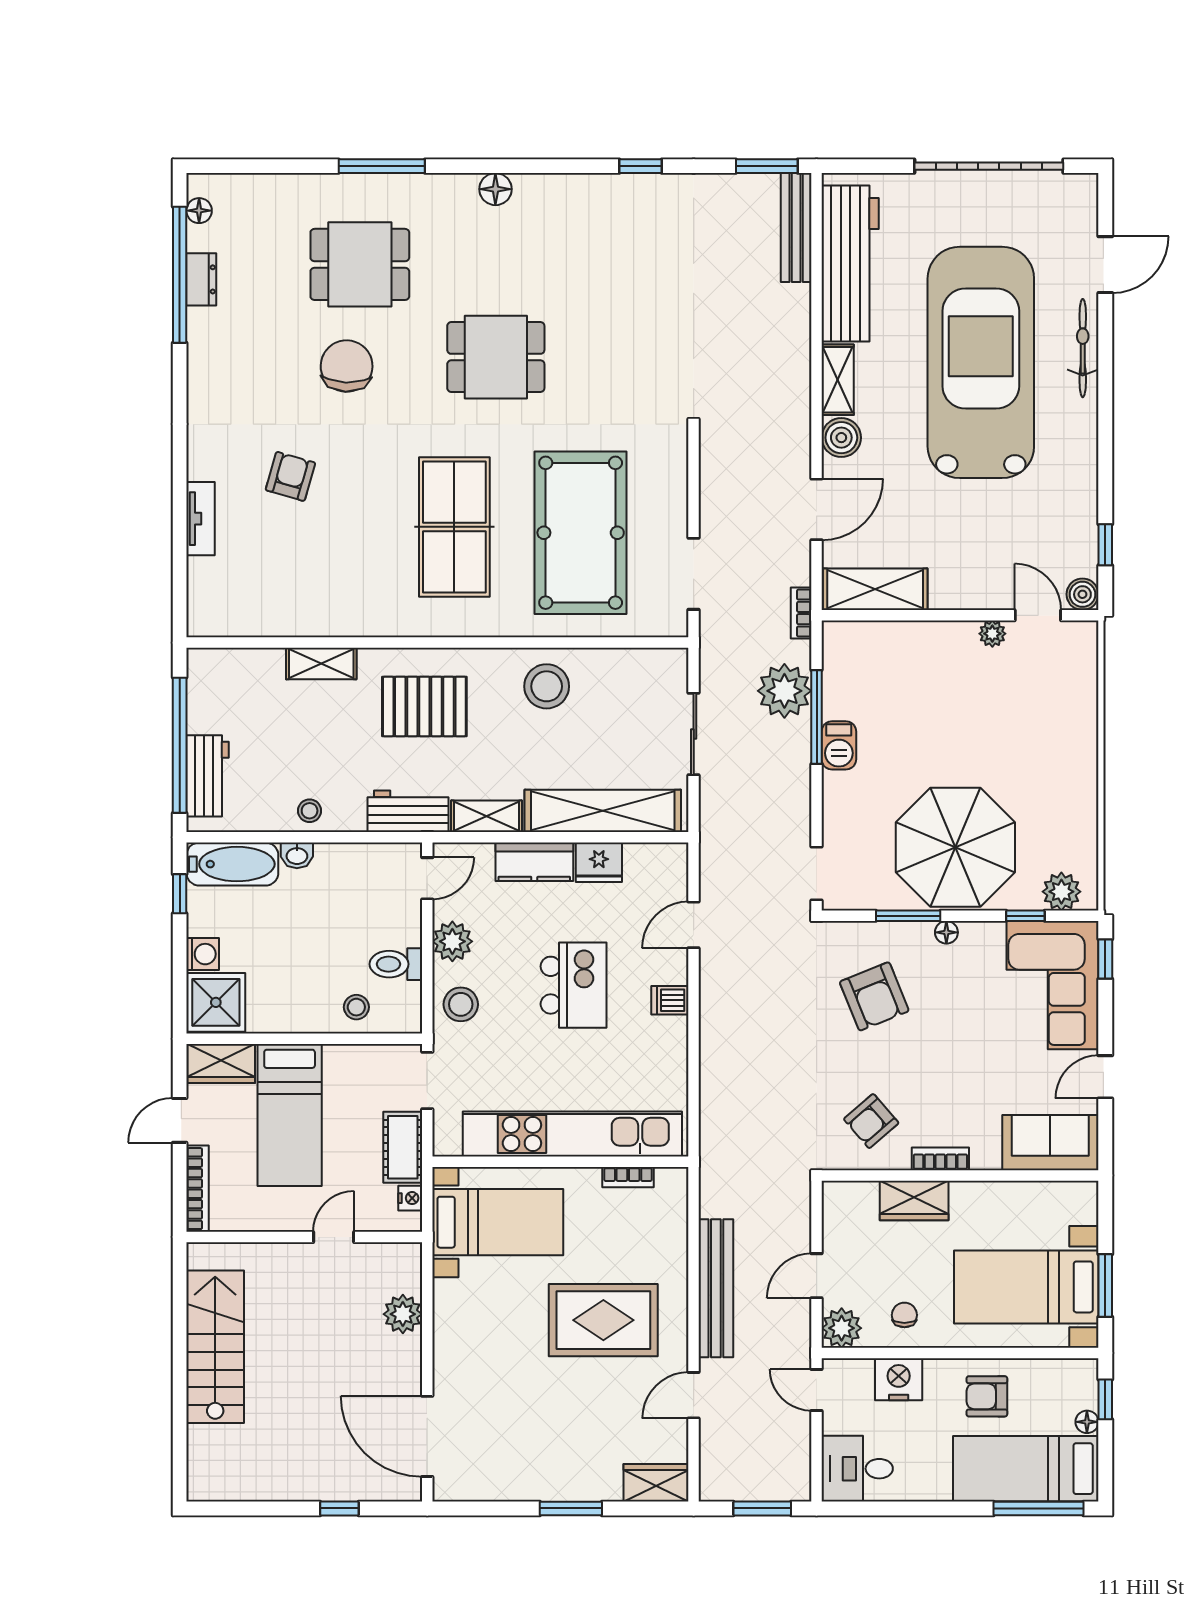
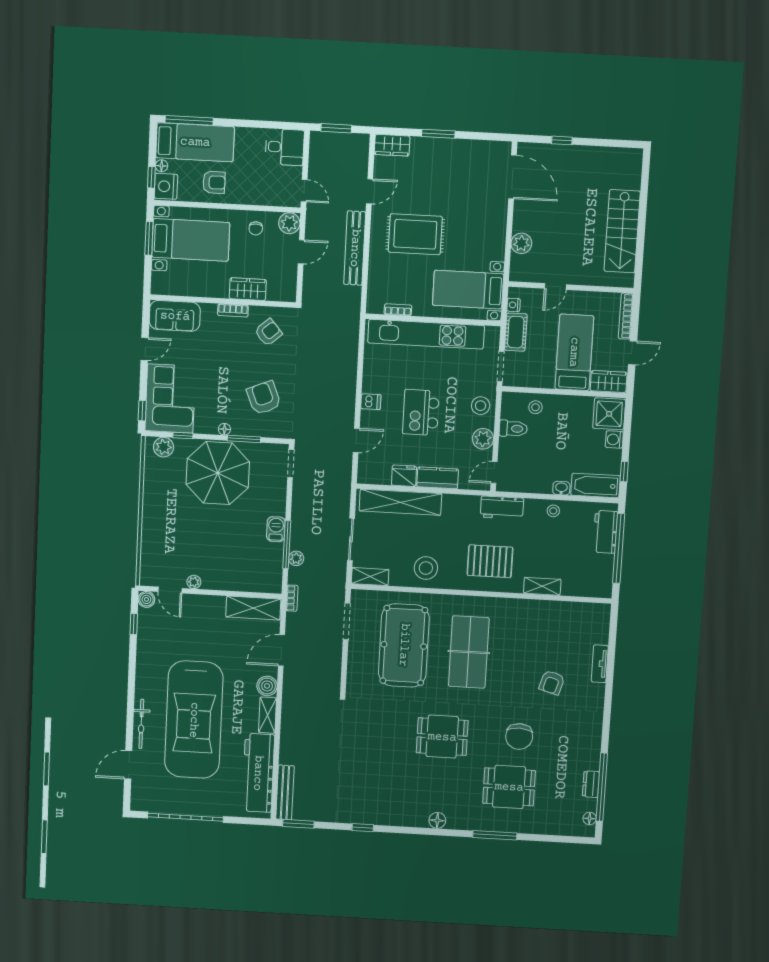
plant: (784, 691) -> (296, 558), width x0.53, depth x0.53
shelving: (486, 816) -> (370, 577), moved
nightstand: (899, 1379) -> (166, 186), moved, turned 90

